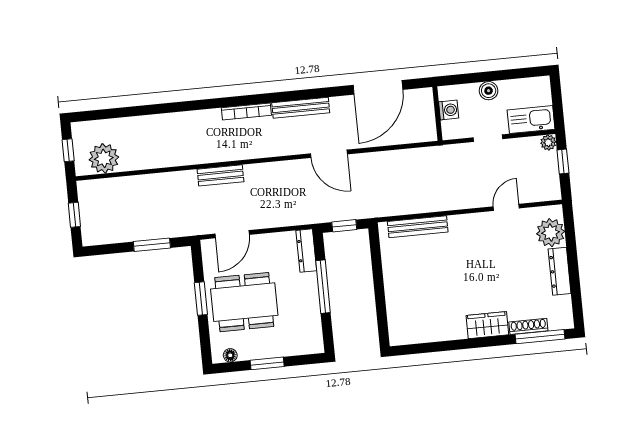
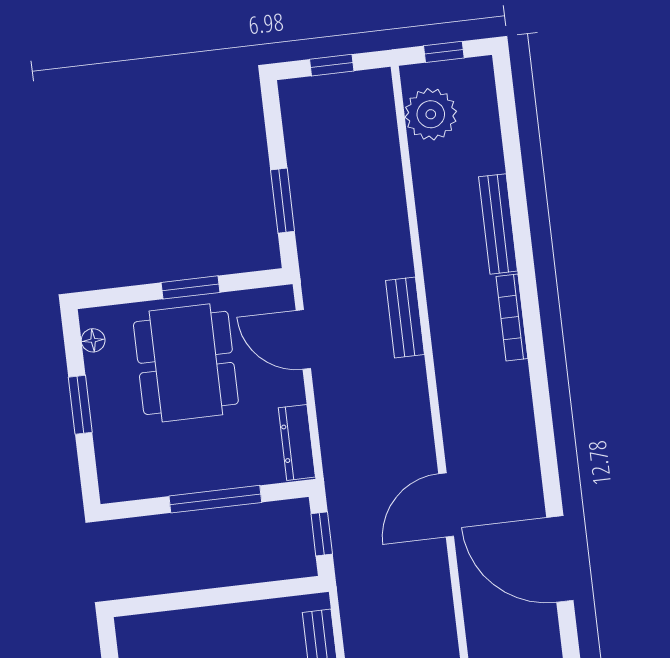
door: (378, 87) -> (560, 559), moved
bench: (301, 108) -> (498, 224), moved
bookcase: (246, 111) -> (512, 317), moved
dresser: (306, 251) -> (297, 442), moved, turned -90

